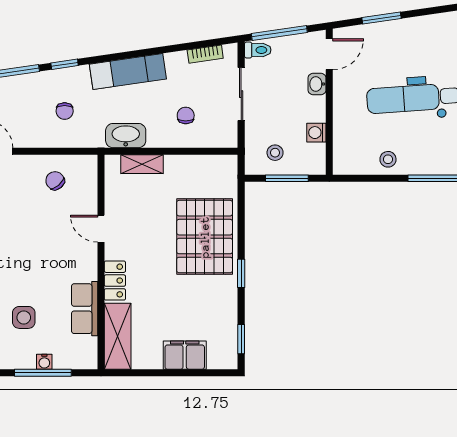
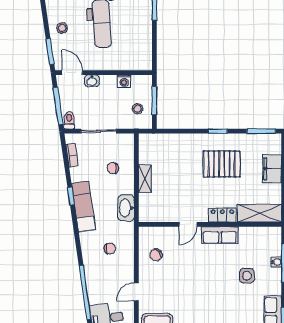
window: (382, 18) -> (50, 52), moved
window: (65, 64) -> (71, 196), moved
stool: (388, 159) -> (62, 28), moved
shelving: (142, 164) -> (145, 179), moved
pallet: (205, 237) -> (222, 164), moved, width x0.73, depth x0.71
row of seats: (85, 309) -> (220, 235), moved
window: (241, 339) -> (261, 131), width x1.50

